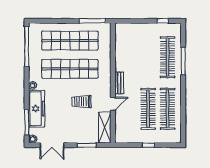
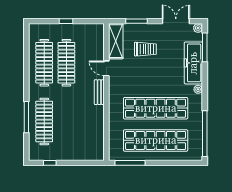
trolley: (82, 102) -> (145, 49), moved
door: (113, 104) -> (106, 68), hinge flipped

